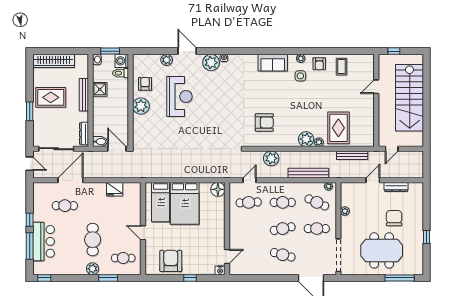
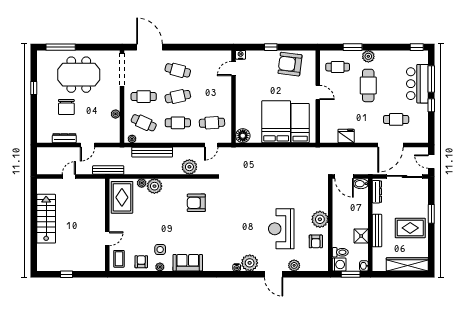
door: (376, 87) -> (107, 239), moved
stairs: (410, 98) -> (46, 219), width x0.73, depth x0.66
wall: (376, 100) -> (107, 225), moved
armchair: (171, 261) -> (290, 64), turned 97

